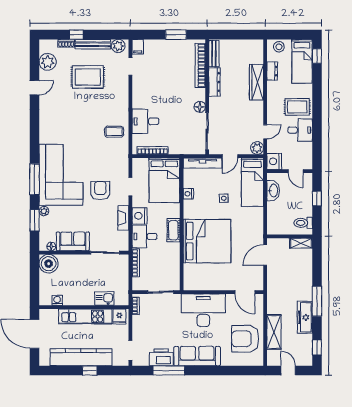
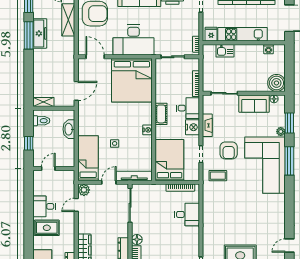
floor lamp: (200, 107) -> (137, 239), moved
coffee table: (114, 132) -> (218, 176), moved
nightstand: (274, 161) -> (68, 178), removed
door: (296, 171) -> (48, 168), hinge flipped
washbasin: (273, 191) -> (69, 129), moved
nightstand: (188, 194) -> (147, 130), moved
bed: (207, 241) -> (132, 80), moved, turned -90
window: (317, 301) -> (29, 35), moved

